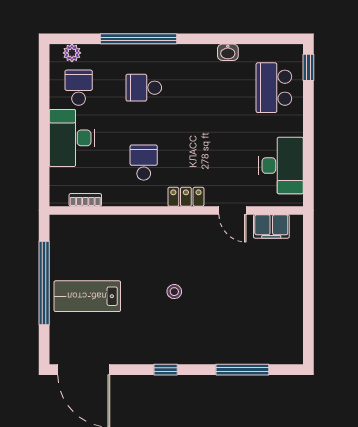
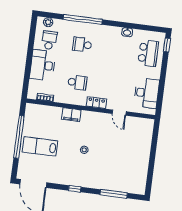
school desk: (274, 88) -> (148, 53), turned 180
school desk: (144, 163) -> (77, 82), turned 90
filing cabinet: (271, 226) -> (71, 115), moved

